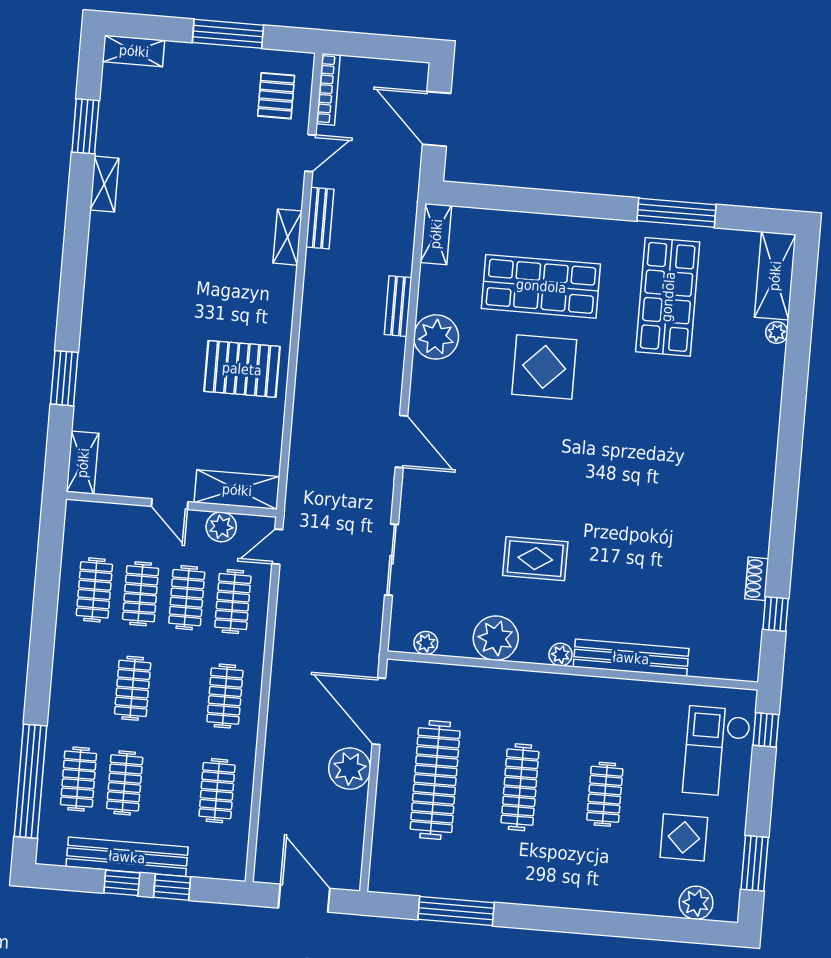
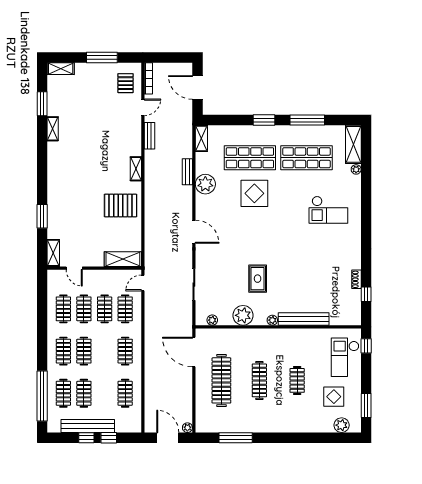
window: (580, 205) -> (264, 120), added
shelving: (288, 237) -> (136, 169), moved
shop shelf: (668, 297) -> (306, 158), turned 90
checkout: (707, 418) -> (328, 210), added
door: (170, 504) -> (74, 268), moved
plant: (221, 527) -> (117, 276), removed
rug: (535, 559) -> (258, 279), turned 90
clothes rail: (86, 684) -> (63, 351), added
plant: (350, 769) -> (187, 428), moved, width x0.53, depth x0.53

